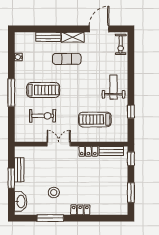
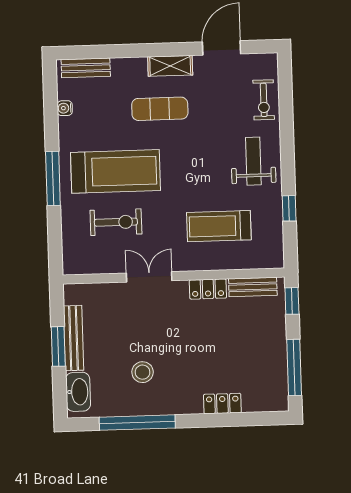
bench: (48, 37) -> (86, 68), moved
exercise bike: (121, 44) -> (264, 100), moved
treadmill: (43, 90) -> (115, 171), width x1.37, depth x1.38
bench: (19, 170) -> (74, 338), width x1.36
window: (131, 193) -> (294, 367), width x1.44
locker: (80, 210) -> (222, 404), moved
window: (50, 218) -> (137, 423), width x1.46

